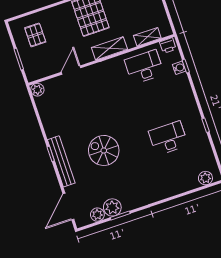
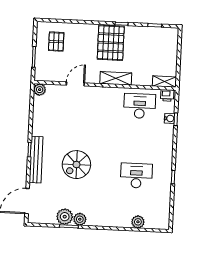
shelving: (147, 37) -> (164, 82), moved
spiral stairs: (104, 150) -> (76, 165), turned -90
plant: (205, 178) -> (138, 222), moved
plant: (97, 215) -> (80, 219), moved

